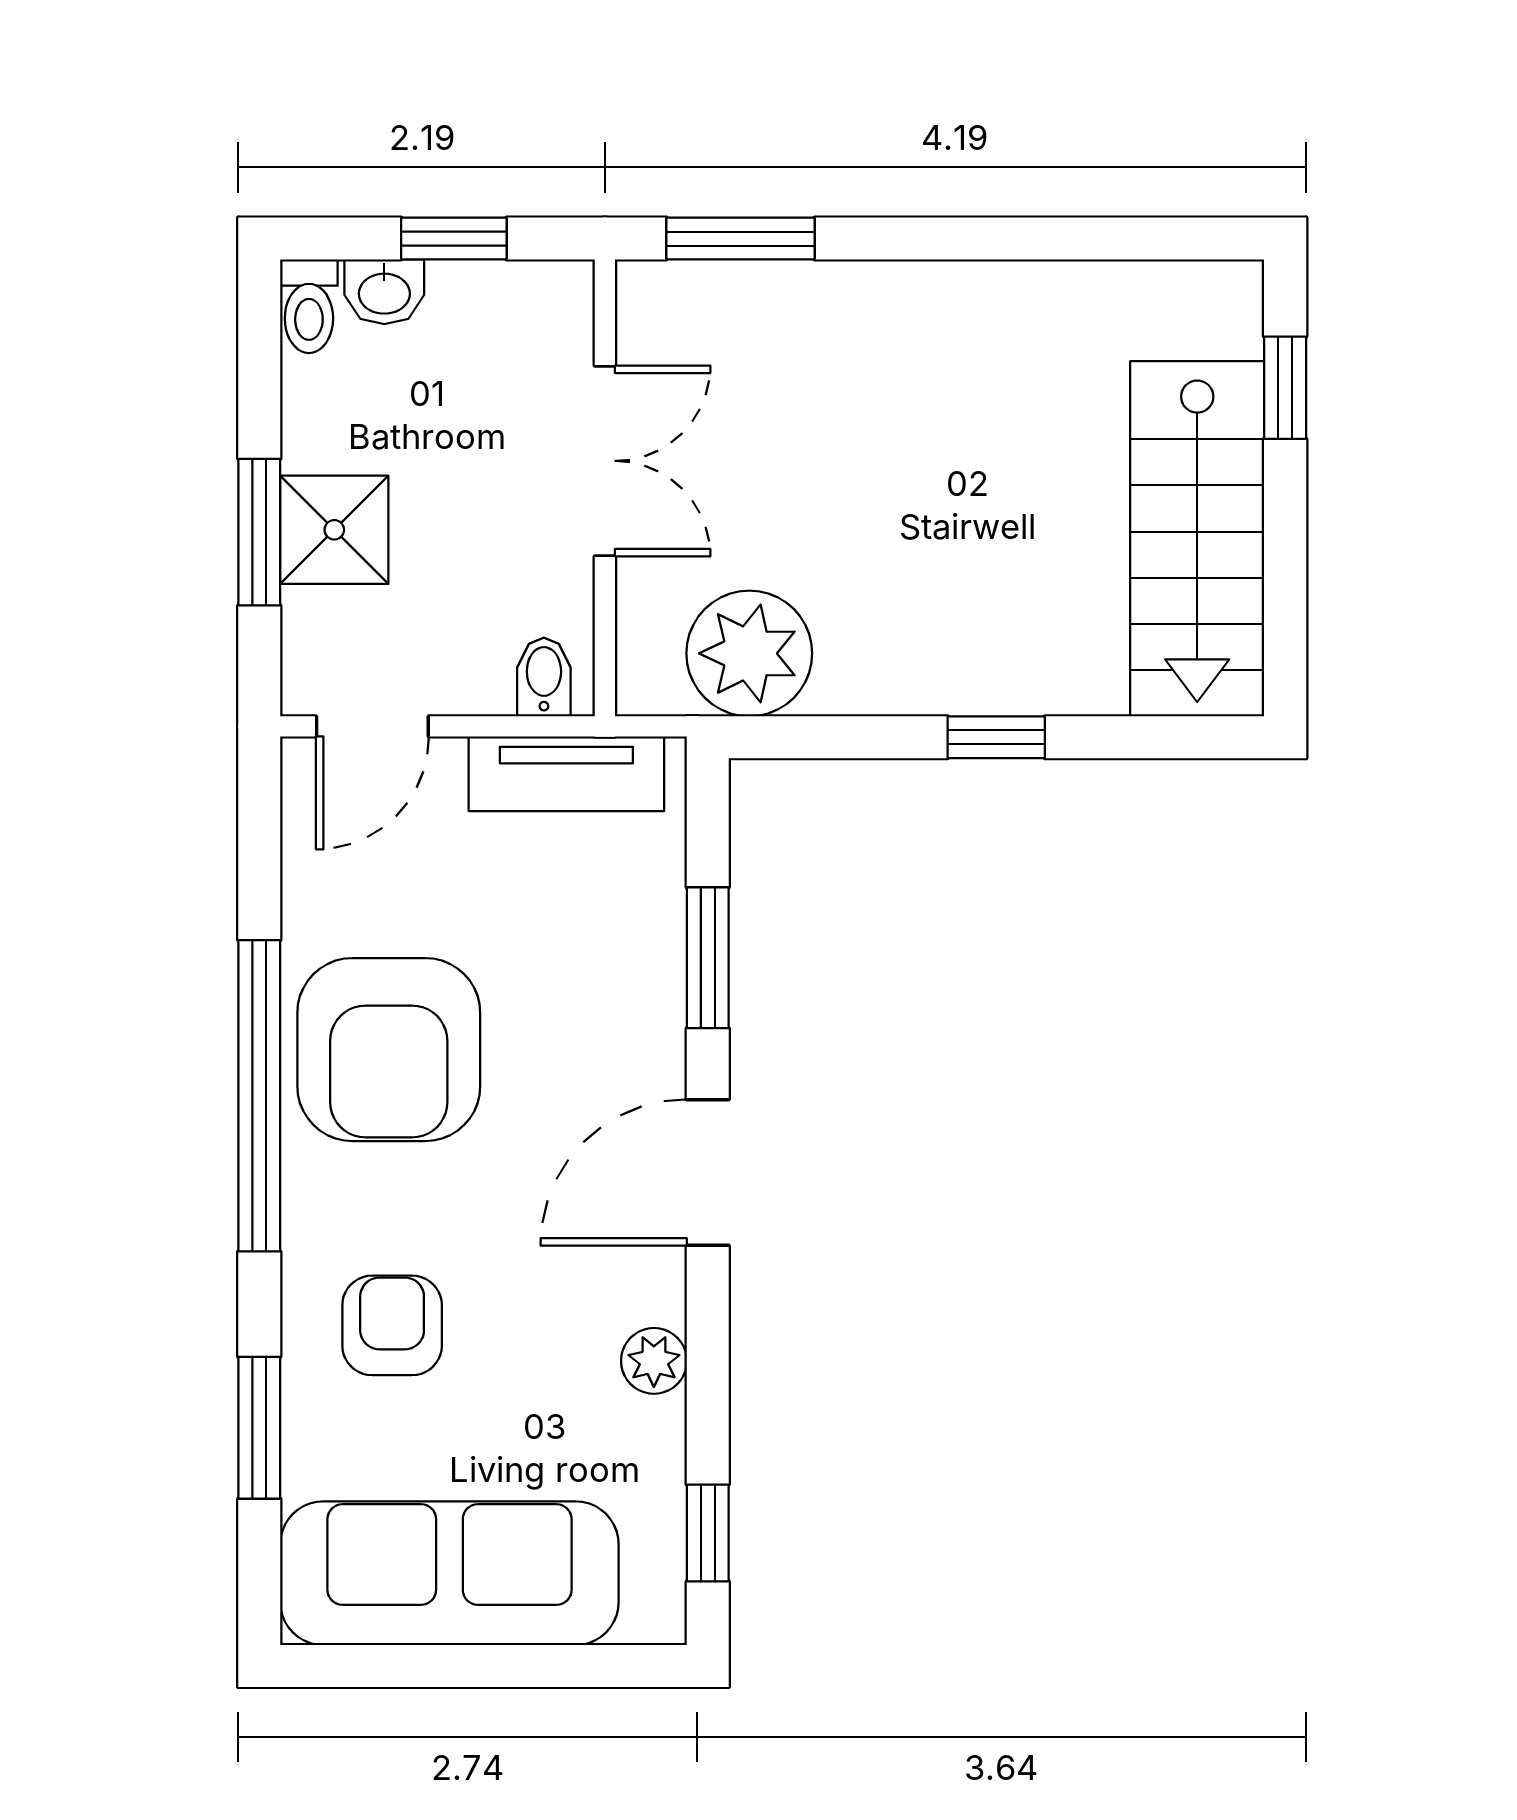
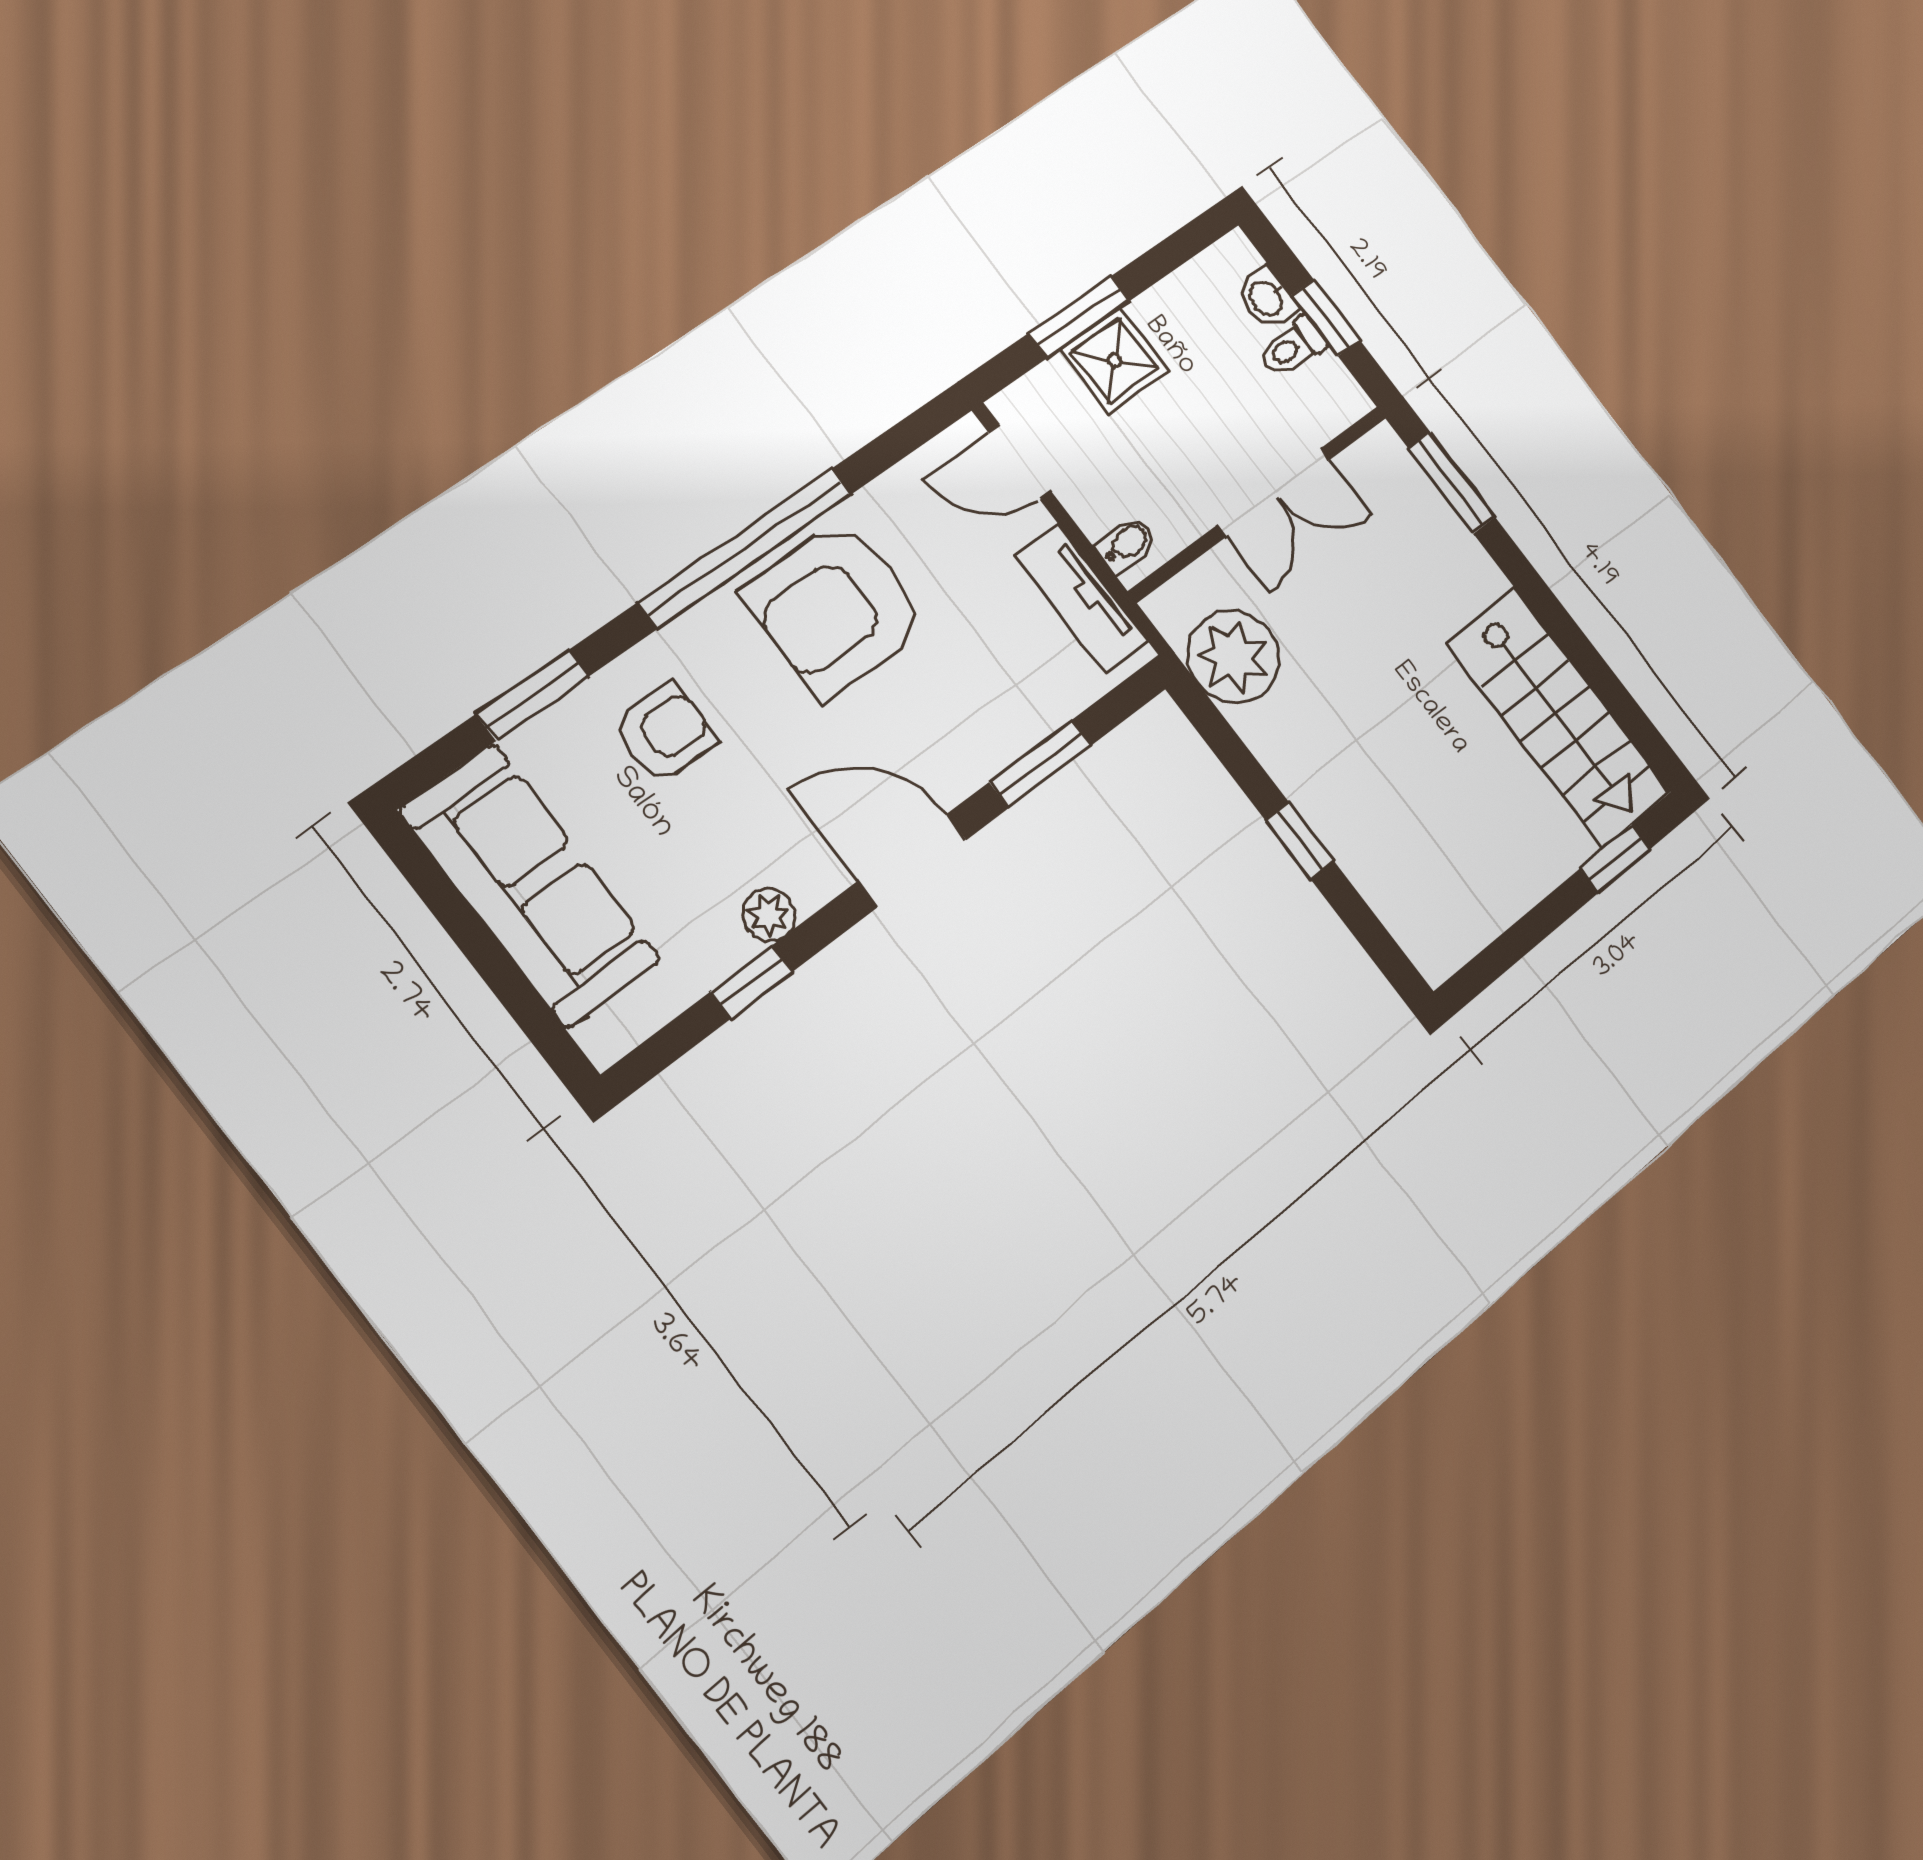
toilet: (309, 306) -> (1292, 347), moved
stairs: (1197, 539) -> (1559, 718), moved, turned -90
window: (708, 1533) -> (752, 982), moved

